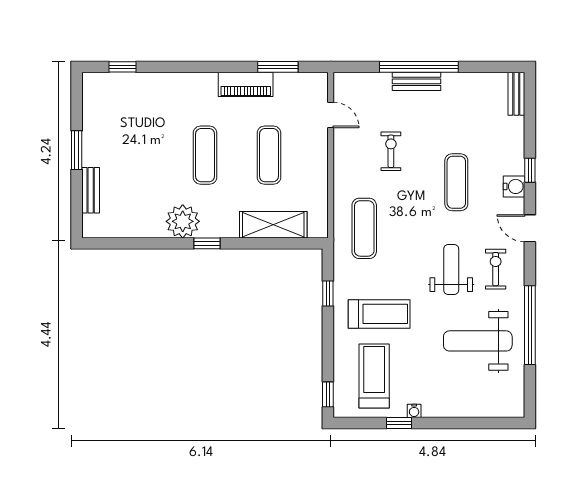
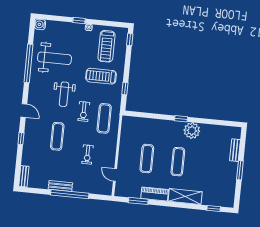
bench: (417, 81) -> (60, 186), moved
water cooler: (514, 186) -> (40, 24), moved
shelving: (273, 225) -> (185, 196), moved
exercise bike: (496, 269) -> (84, 111), moved
window: (399, 423) -> (79, 21), moved

